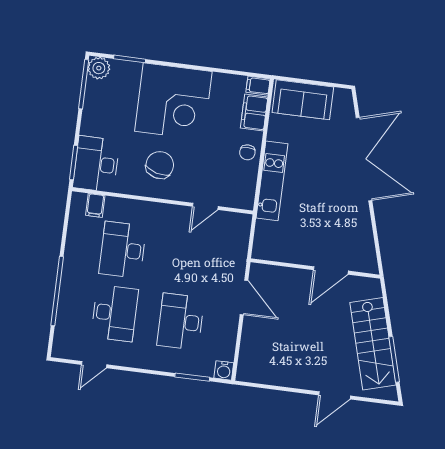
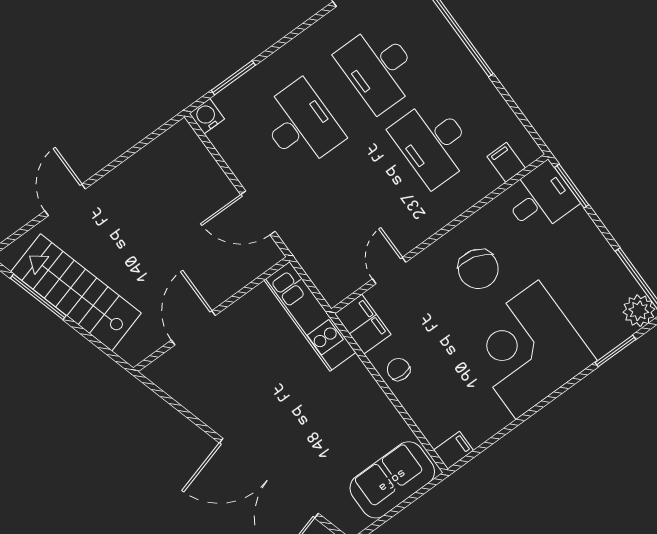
filing cabinet: (254, 113) -> (363, 324), moved
desk: (96, 164) -> (540, 199), width x0.73
kitchen unit: (272, 181) -> (310, 316), moved
desk: (123, 250) -> (433, 143), turned 180

